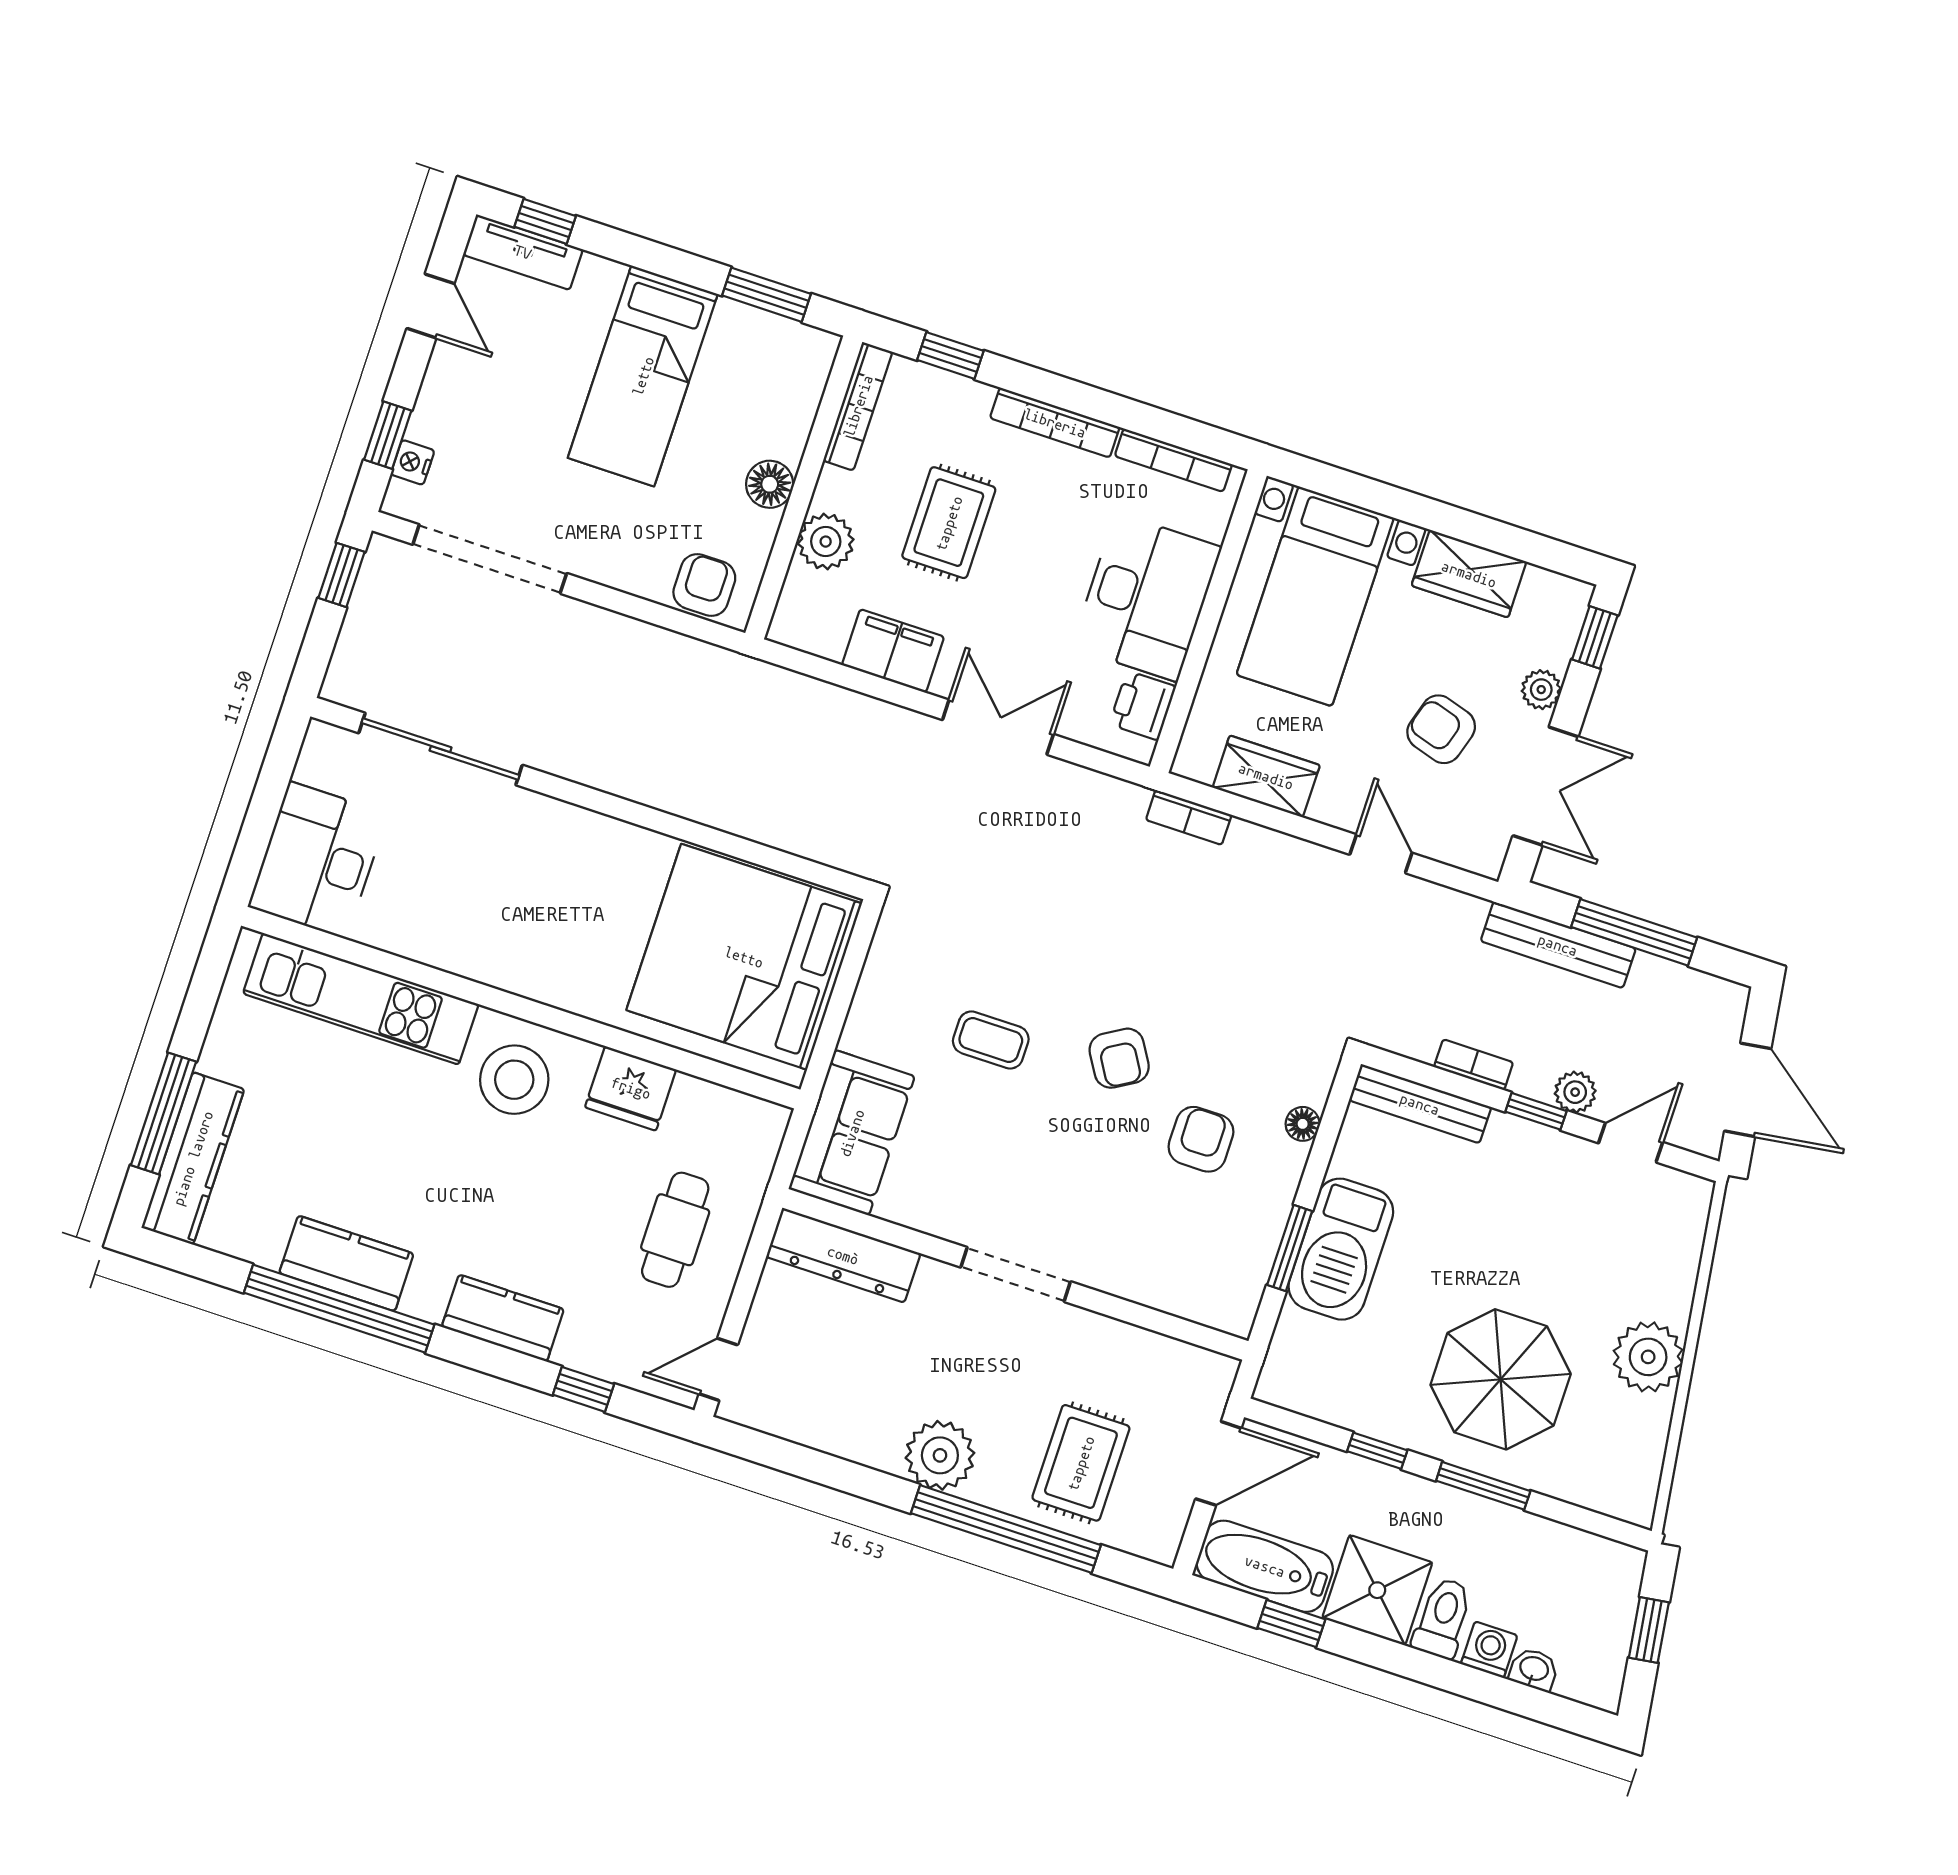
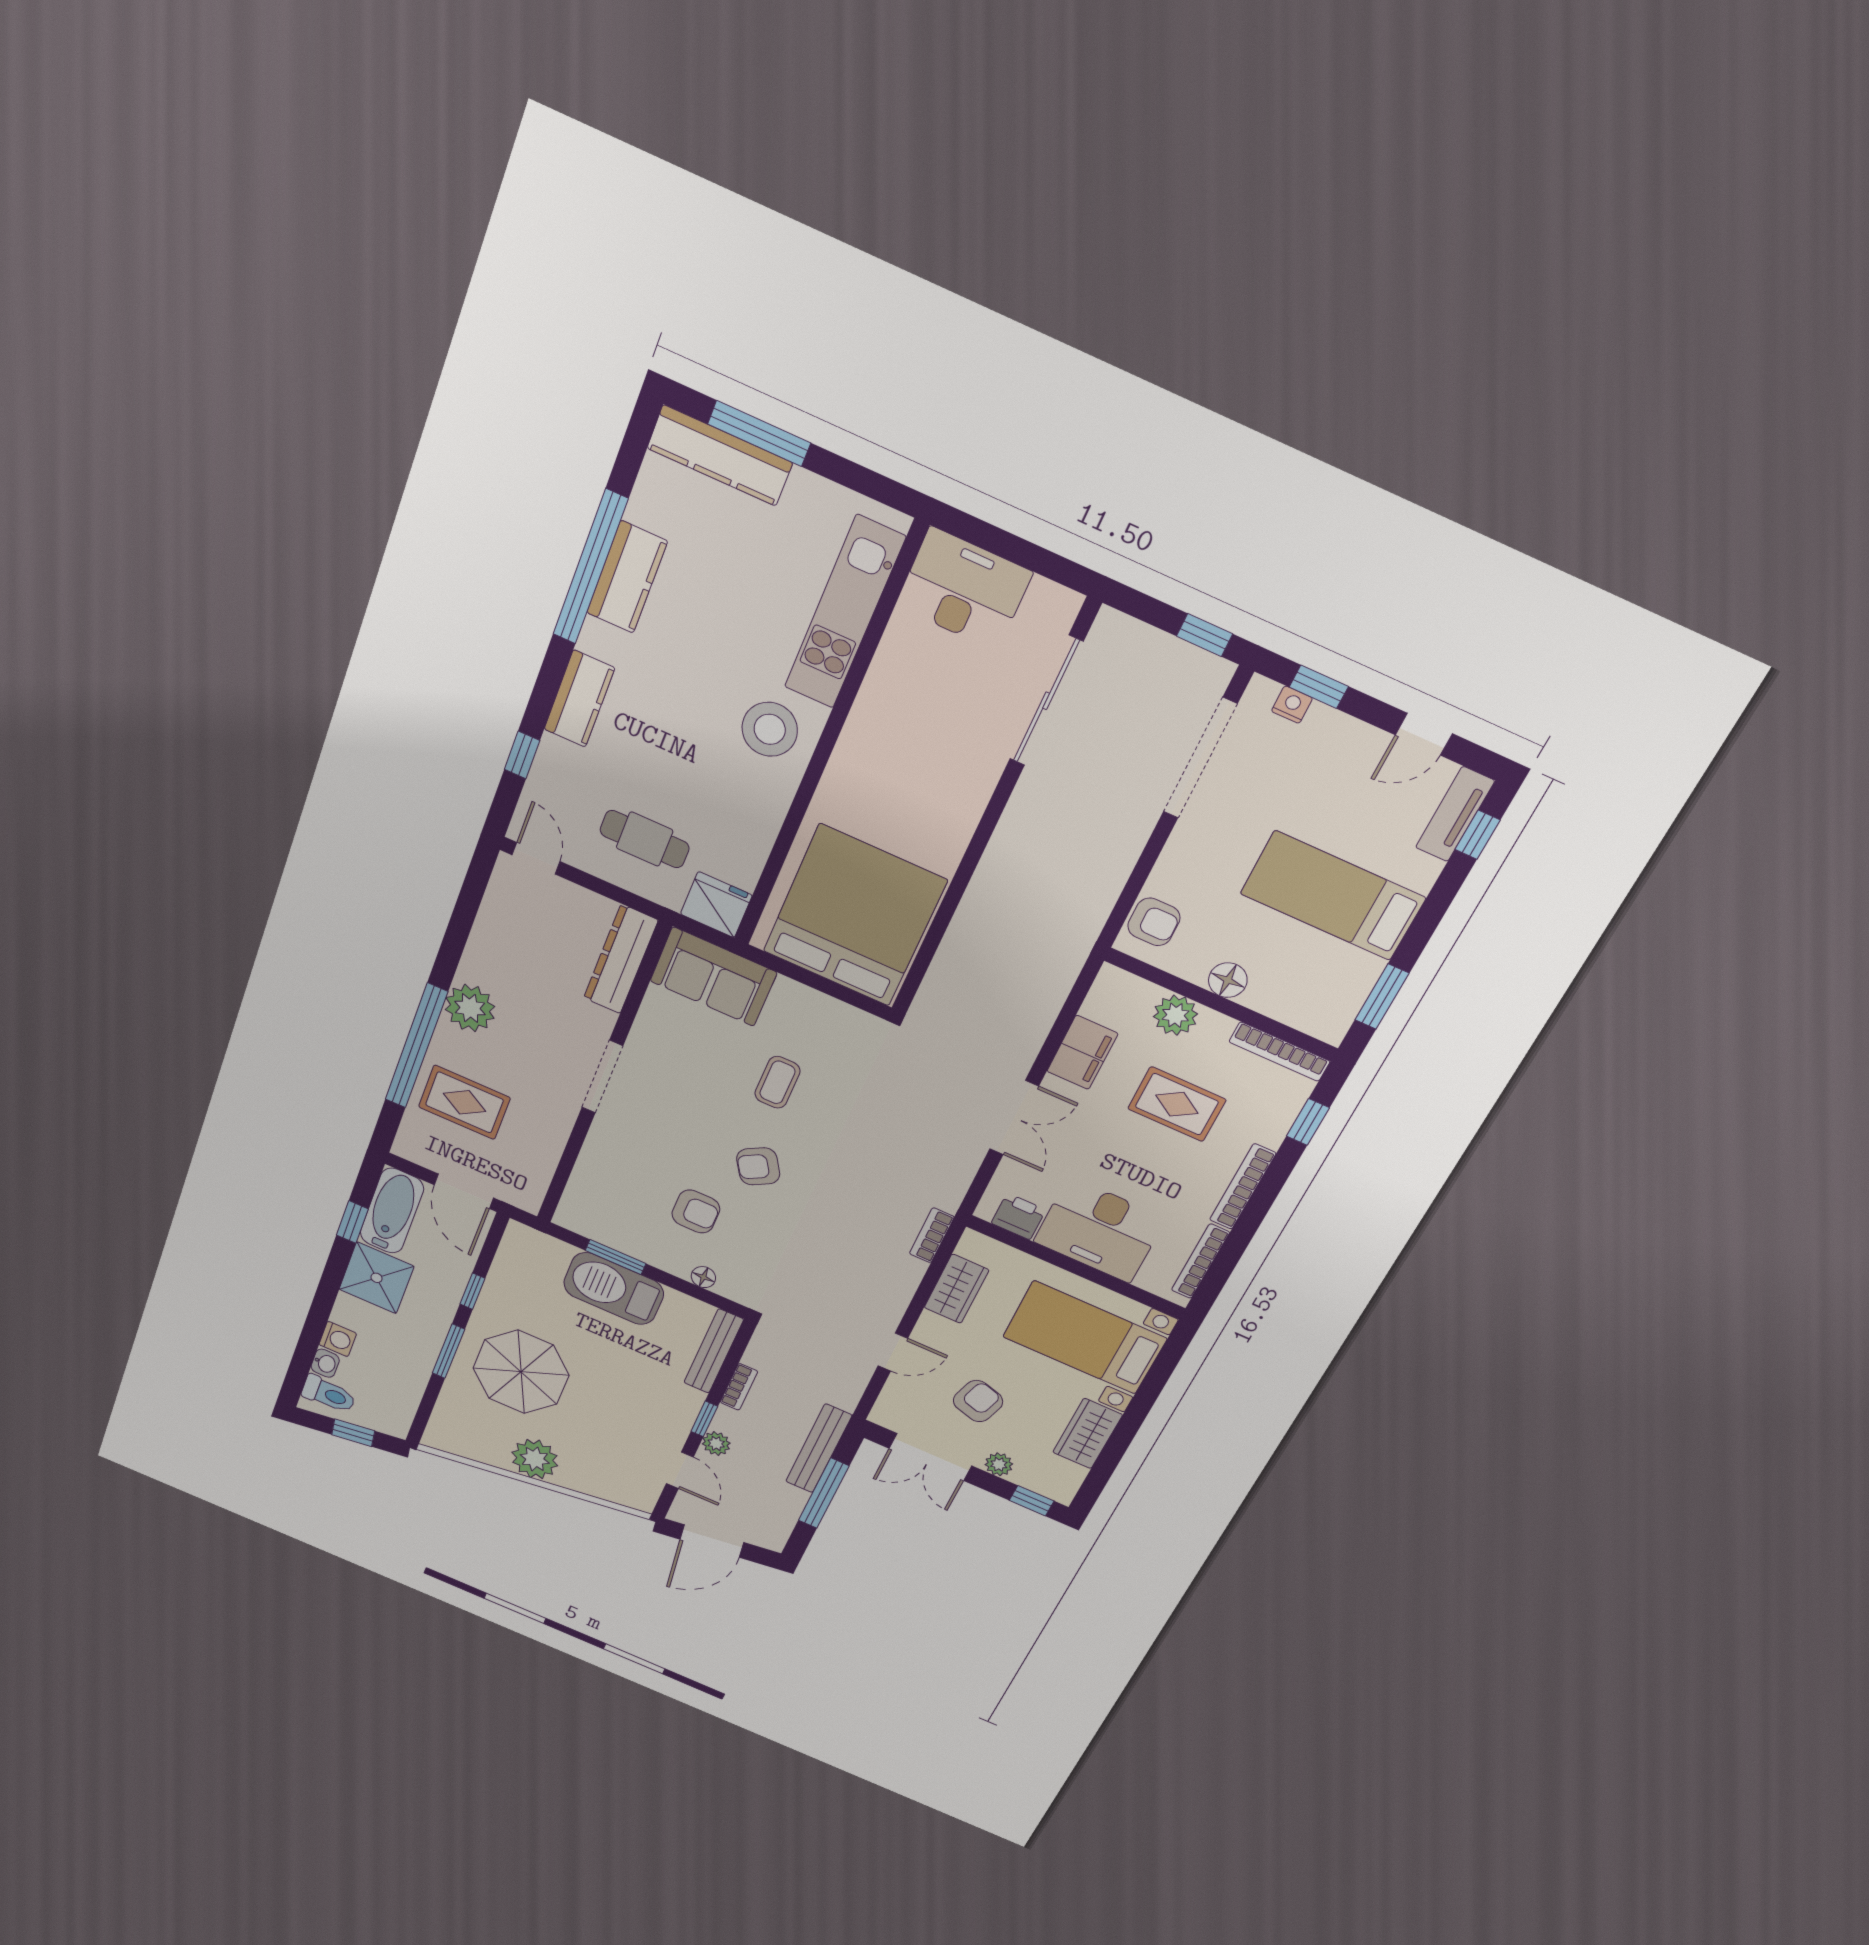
fridge: (631, 1088) -> (716, 905), moved, turned 90
toilet: (1443, 1618) -> (329, 1394), moved

